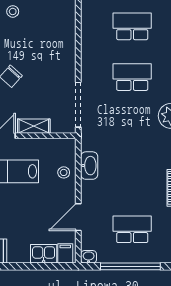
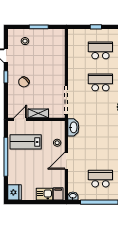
washbasin: (89, 166) -> (73, 127), moved
door: (78, 217) -> (66, 161), moved

